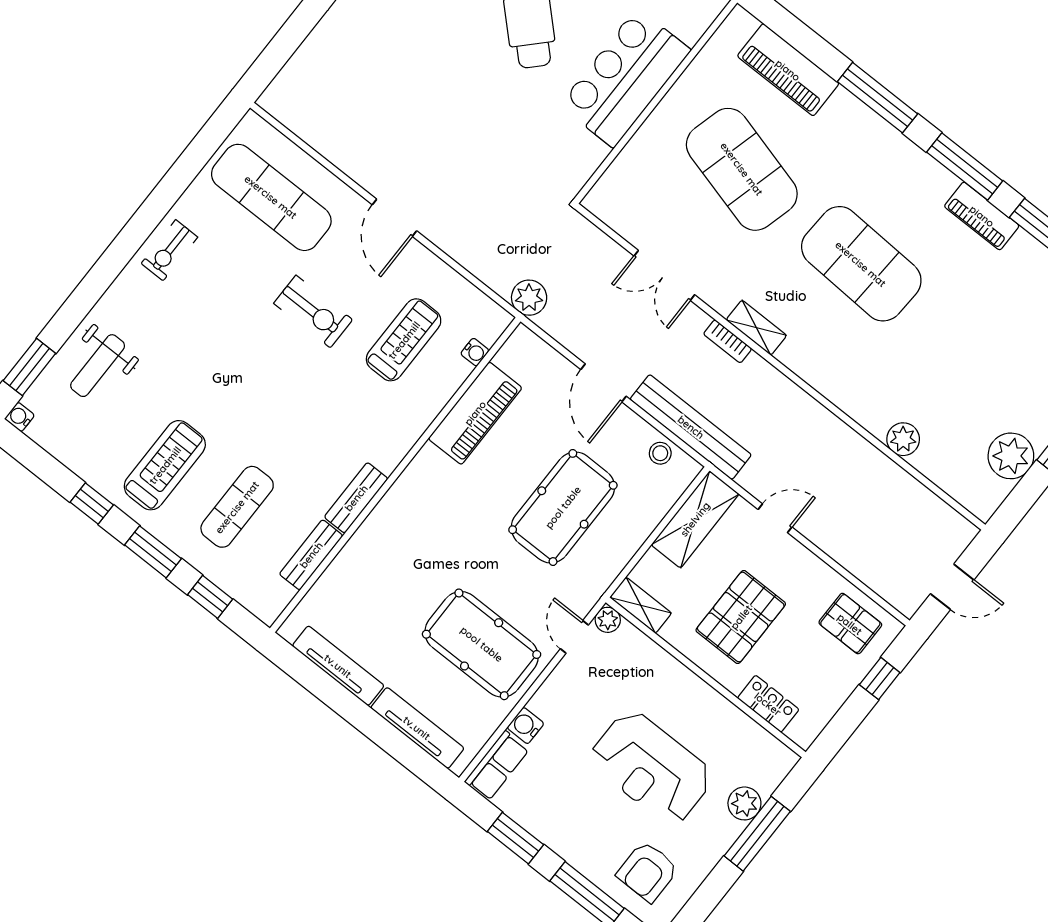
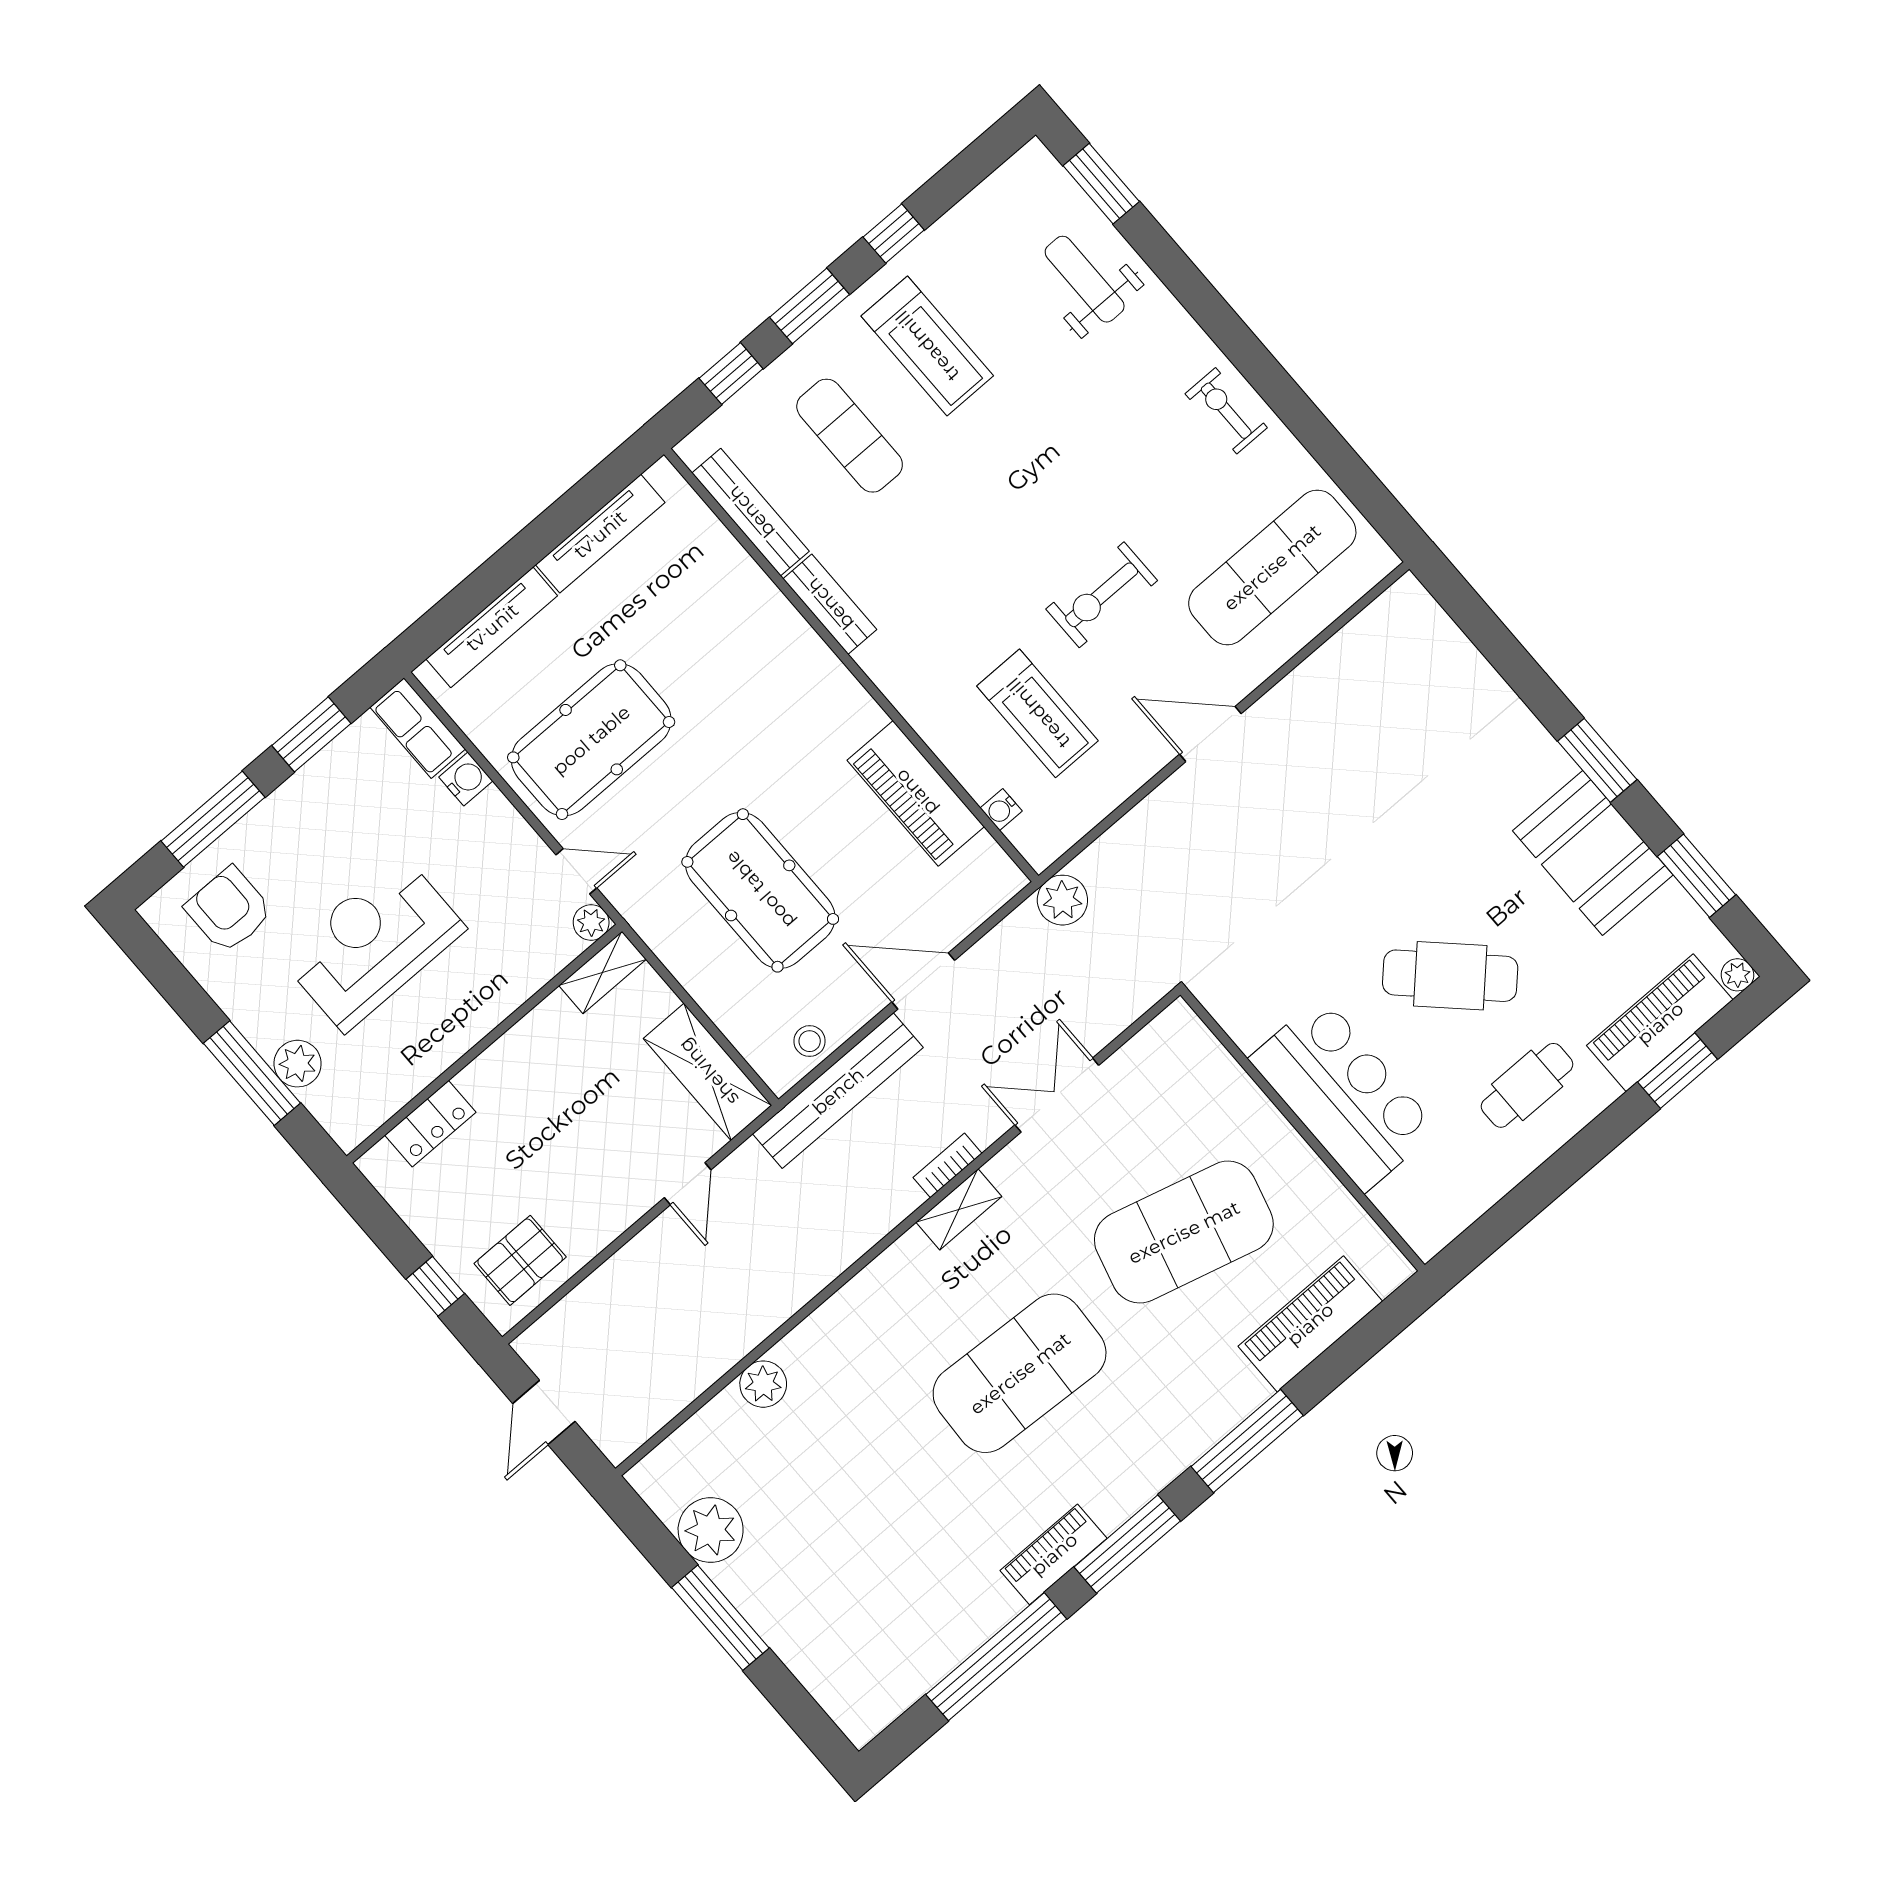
water cooler: (20, 417) -> (1034, 156), removed
bench: (311, 555) -> (751, 512), width x1.36
pallet: (741, 617) -> (559, 1109), removed

